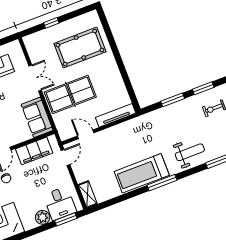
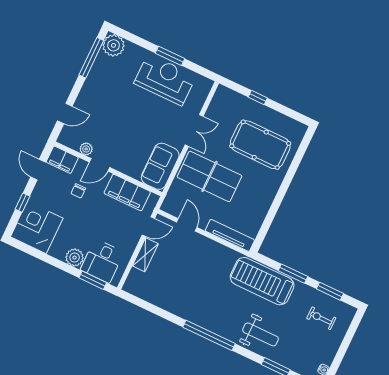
treadmill: (142, 173) -> (262, 281), moved
window: (162, 183) -> (209, 335), width x1.46
shelving: (88, 194) -> (145, 255), moved

